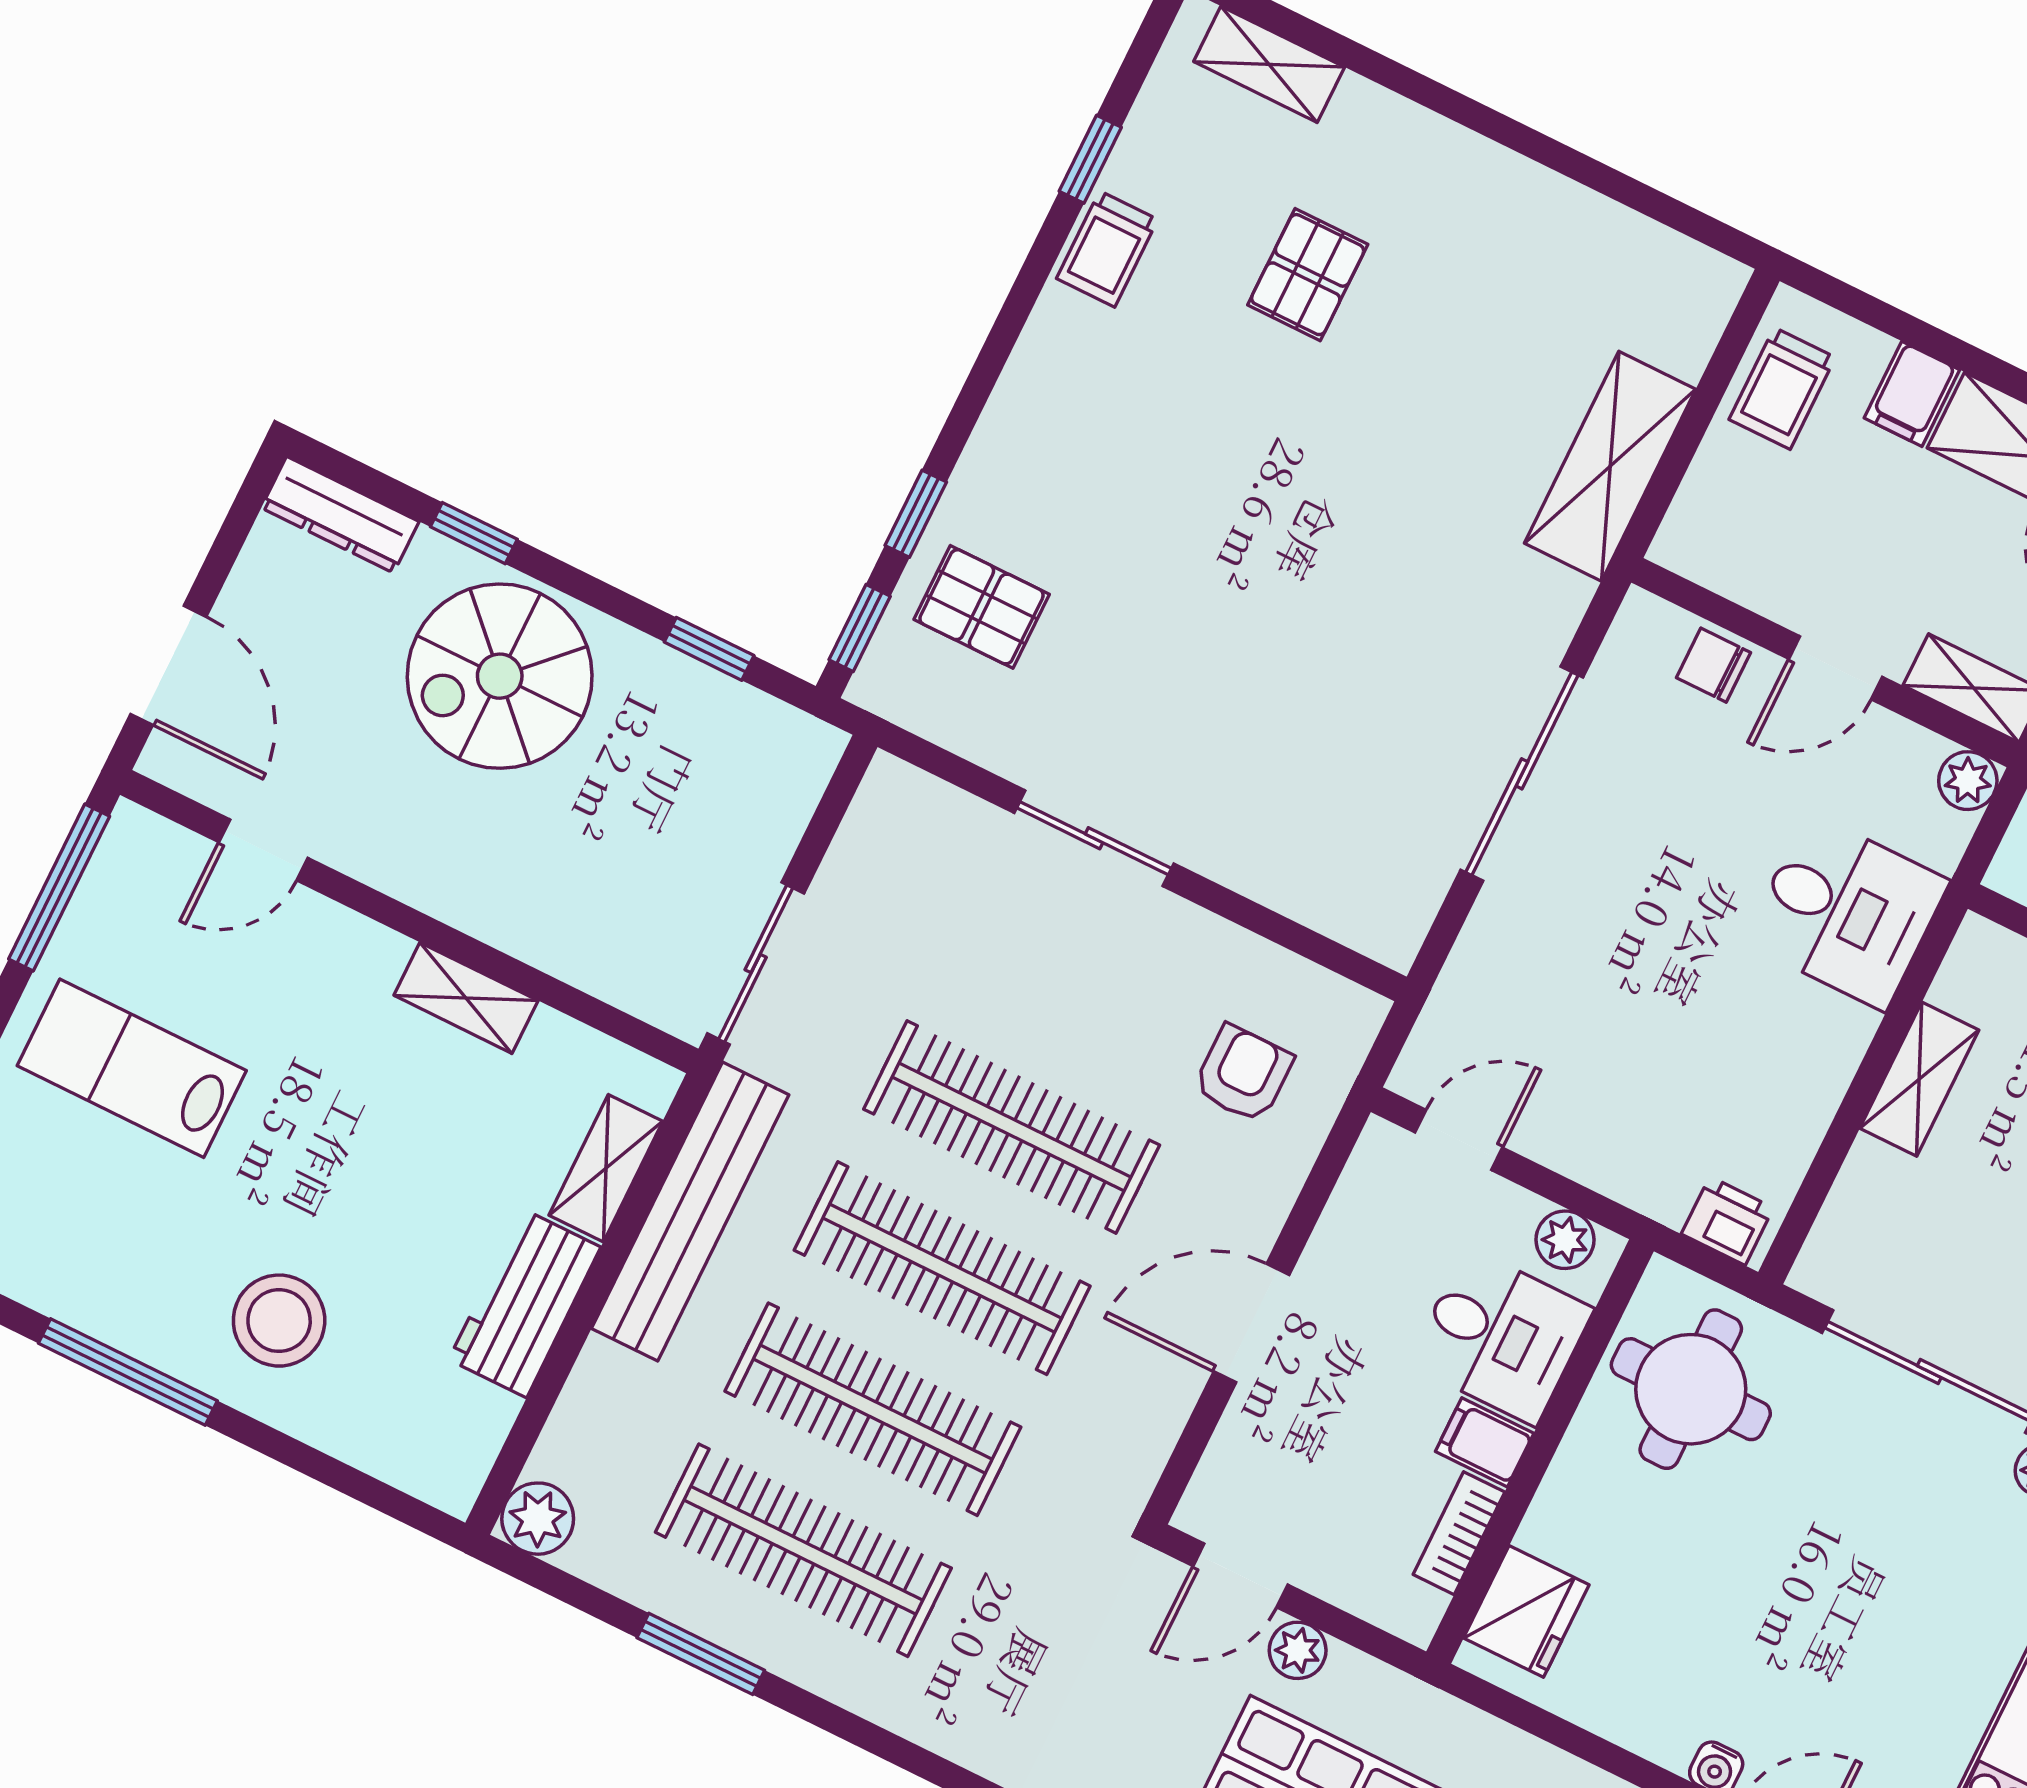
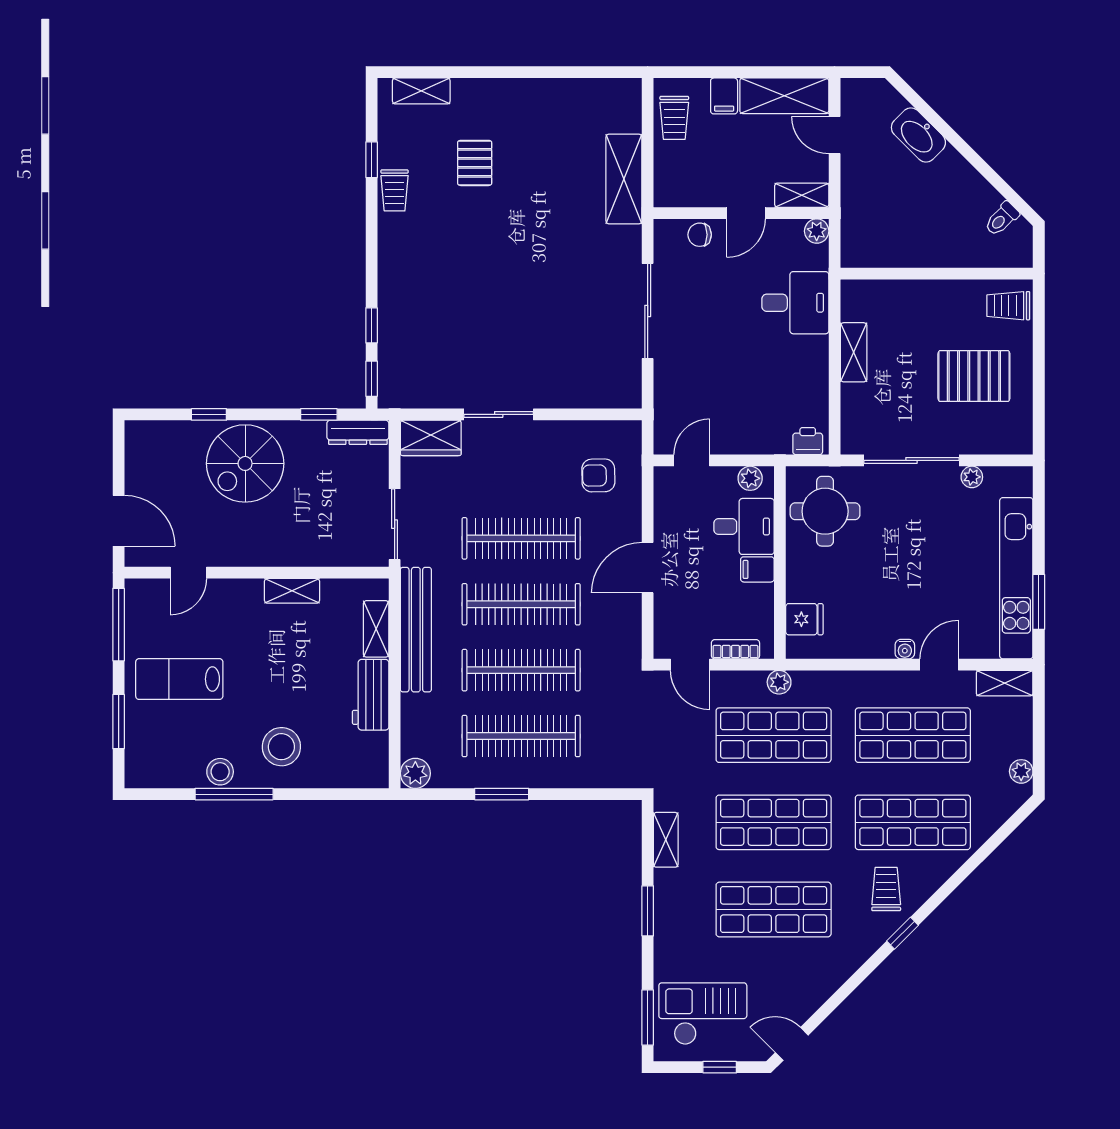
dresser: (340, 515) -> (358, 432), moved
pallet: (982, 607) -> (414, 348), removed
wardrobe: (924, 817) -> (431, 438), added
armchair: (1243, 1074) -> (598, 475), turned -91
stool: (121, 1310) -> (220, 772), added
bookcase: (1459, 1533) -> (735, 649), moved, turned 90
door: (1240, 1575) -> (690, 665), hinge flipped
fridge: (1526, 1611) -> (804, 619), width x0.72
plant: (1298, 1650) -> (779, 682), moved

